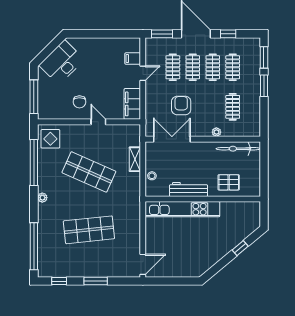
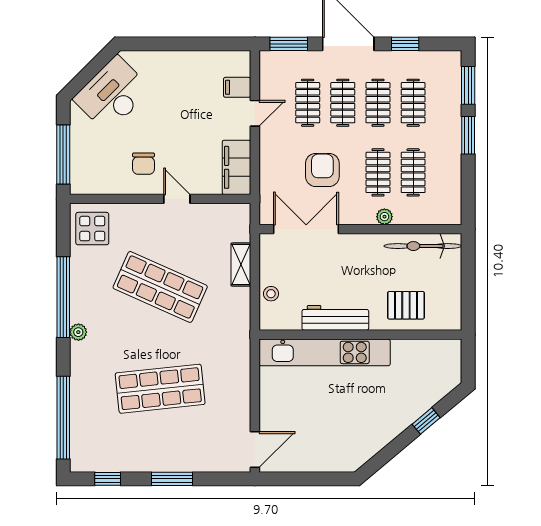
clothes rail: (213, 107) -> (378, 172), added
window: (34, 162) -> (63, 297), moved

